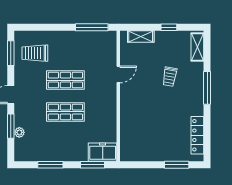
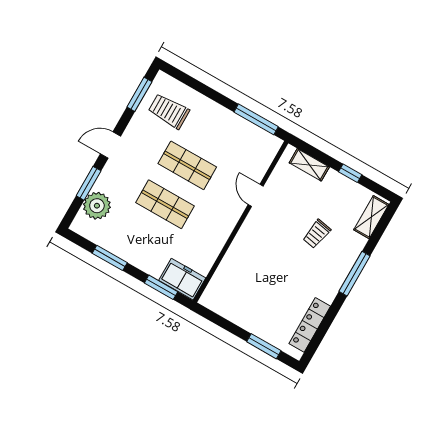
door: (118, 74) -> (256, 195), swing flipped
plant: (19, 132) -> (97, 206), width x1.88, depth x1.88

